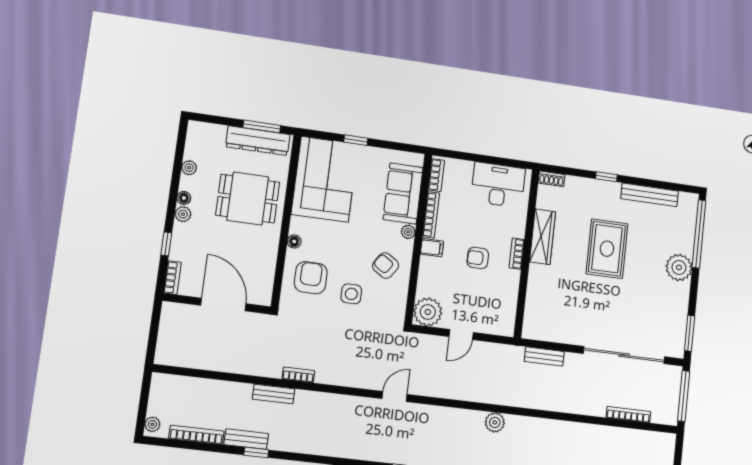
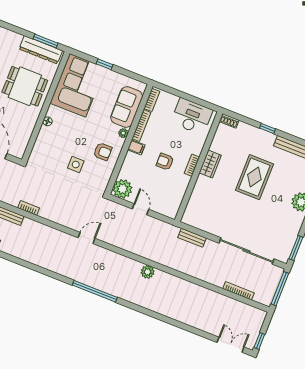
wardrobe: (543, 237) -> (210, 164), width x0.67
armchair: (386, 266) -> (103, 152), turned 146
armchair: (311, 278) -> (52, 147), removed
door: (461, 335) -> (141, 209), swing flipped

